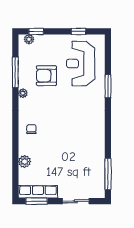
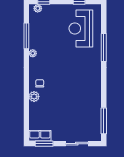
armchair: (46, 76) -> (52, 39), removed
window: (108, 86) -> (104, 47), width x1.44
plant: (25, 162) -> (34, 97), moved
row of seats: (38, 192) -> (40, 136), width x0.68

